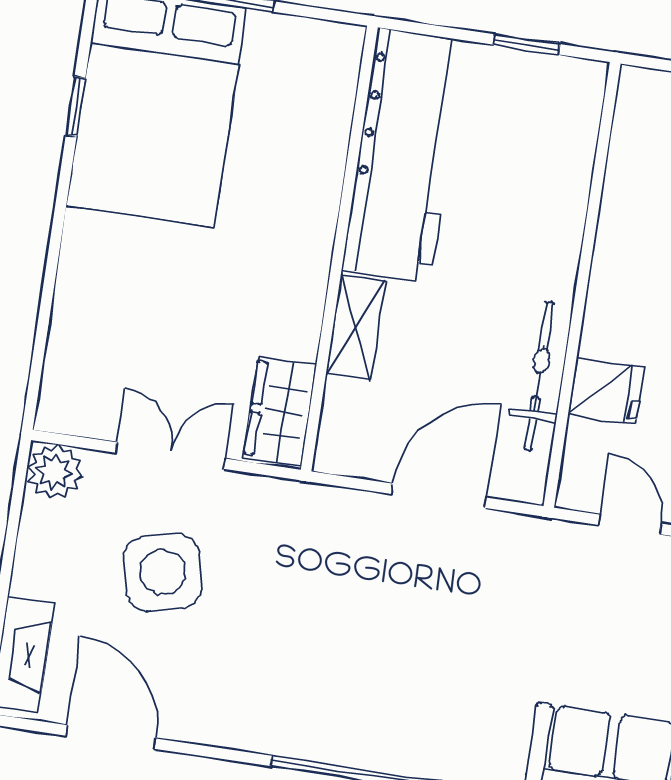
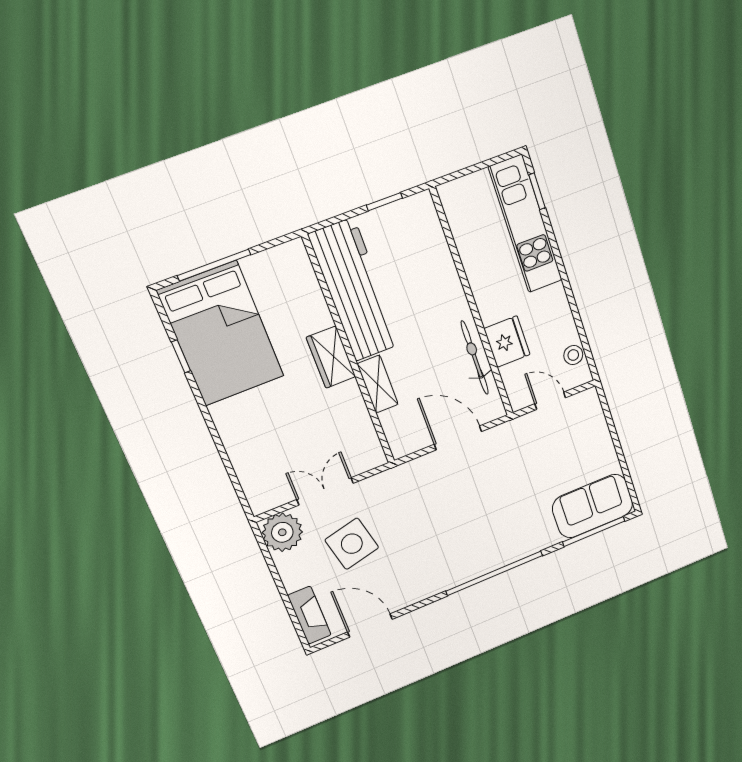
fridge: (606, 391) -> (507, 342), width x1.38
wardrobe: (280, 412) -> (331, 357), moved
plant: (54, 472) -> (282, 532), width x1.36, depth x1.36
door: (439, 496) -> (458, 438), hinge flipped

